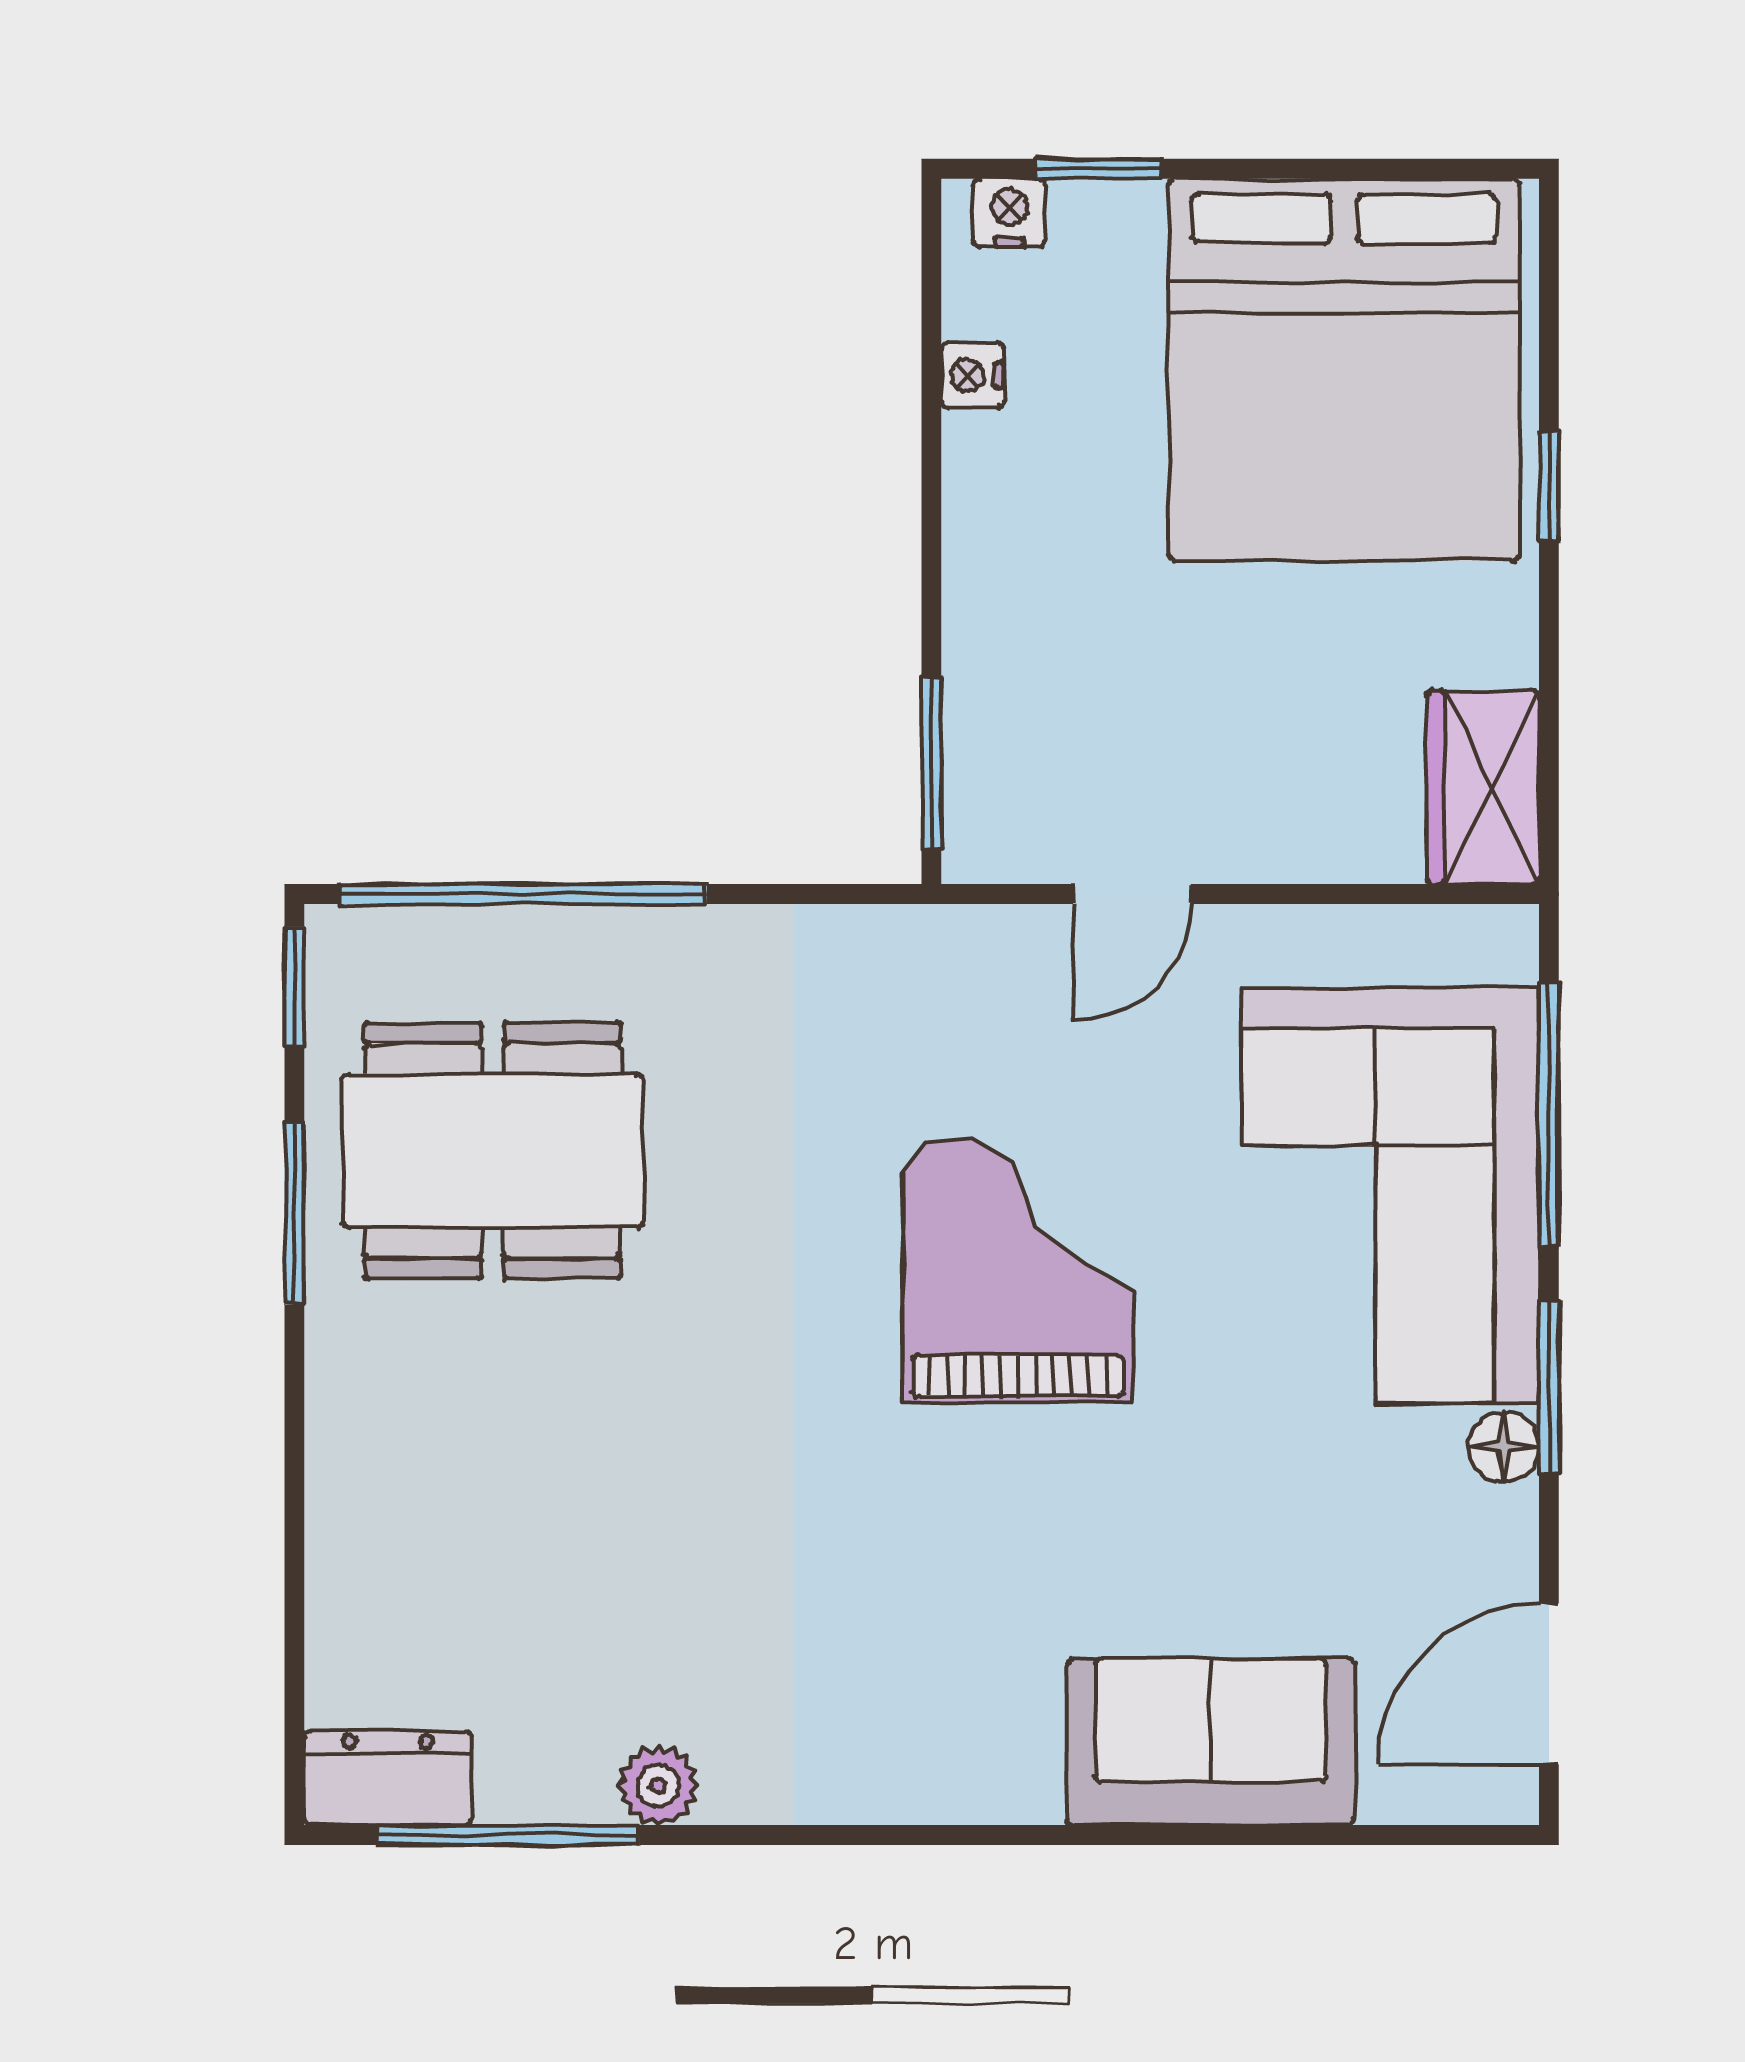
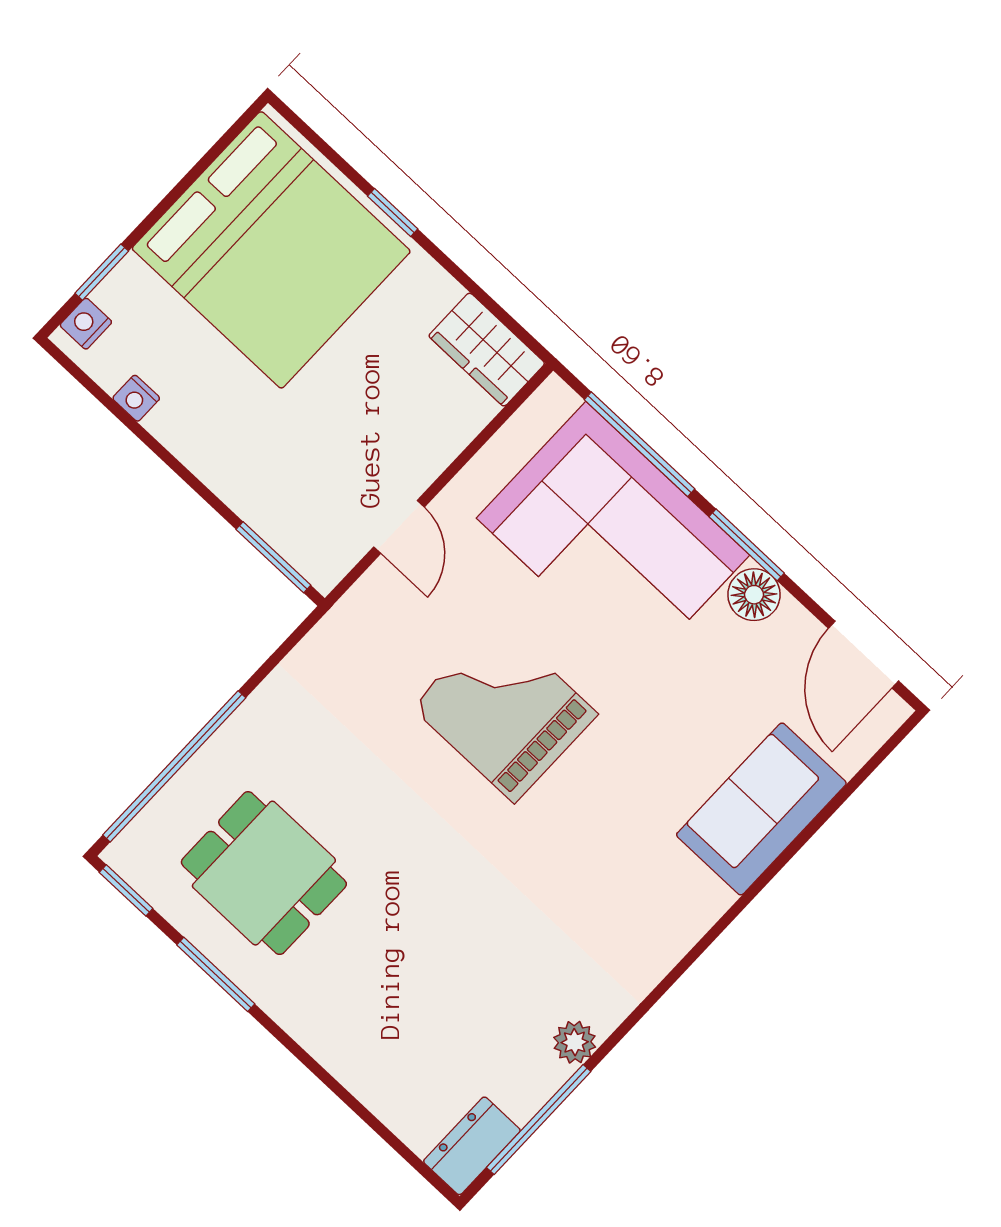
dining table: (493, 1151) -> (264, 873), width x0.73
floor lamp: (1504, 1447) -> (754, 595), width x1.37, depth x1.37

